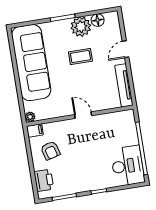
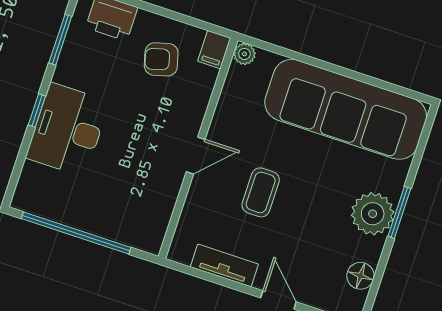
plant: (81, 27) -> (373, 214), moved
coffee table: (80, 57) -> (261, 192), moved
tv unit: (124, 85) -> (224, 265), width x0.71
desk: (128, 166) -> (68, 130), moved, turned 90

